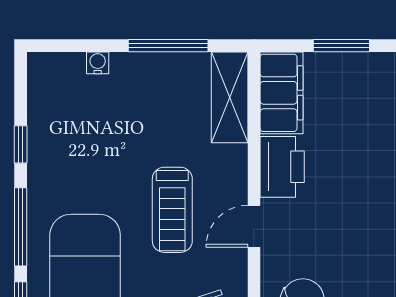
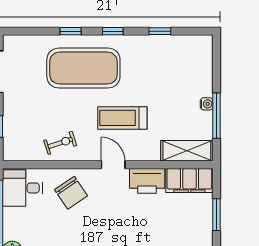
water cooler: (98, 63) -> (207, 104), moved
window: (21, 227) -> (113, 31), width x0.46

